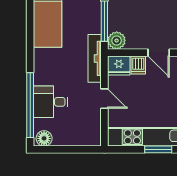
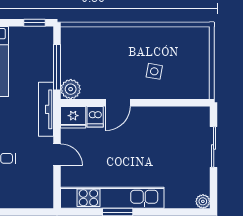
door: (159, 53) -> (118, 103), hinge flipped

